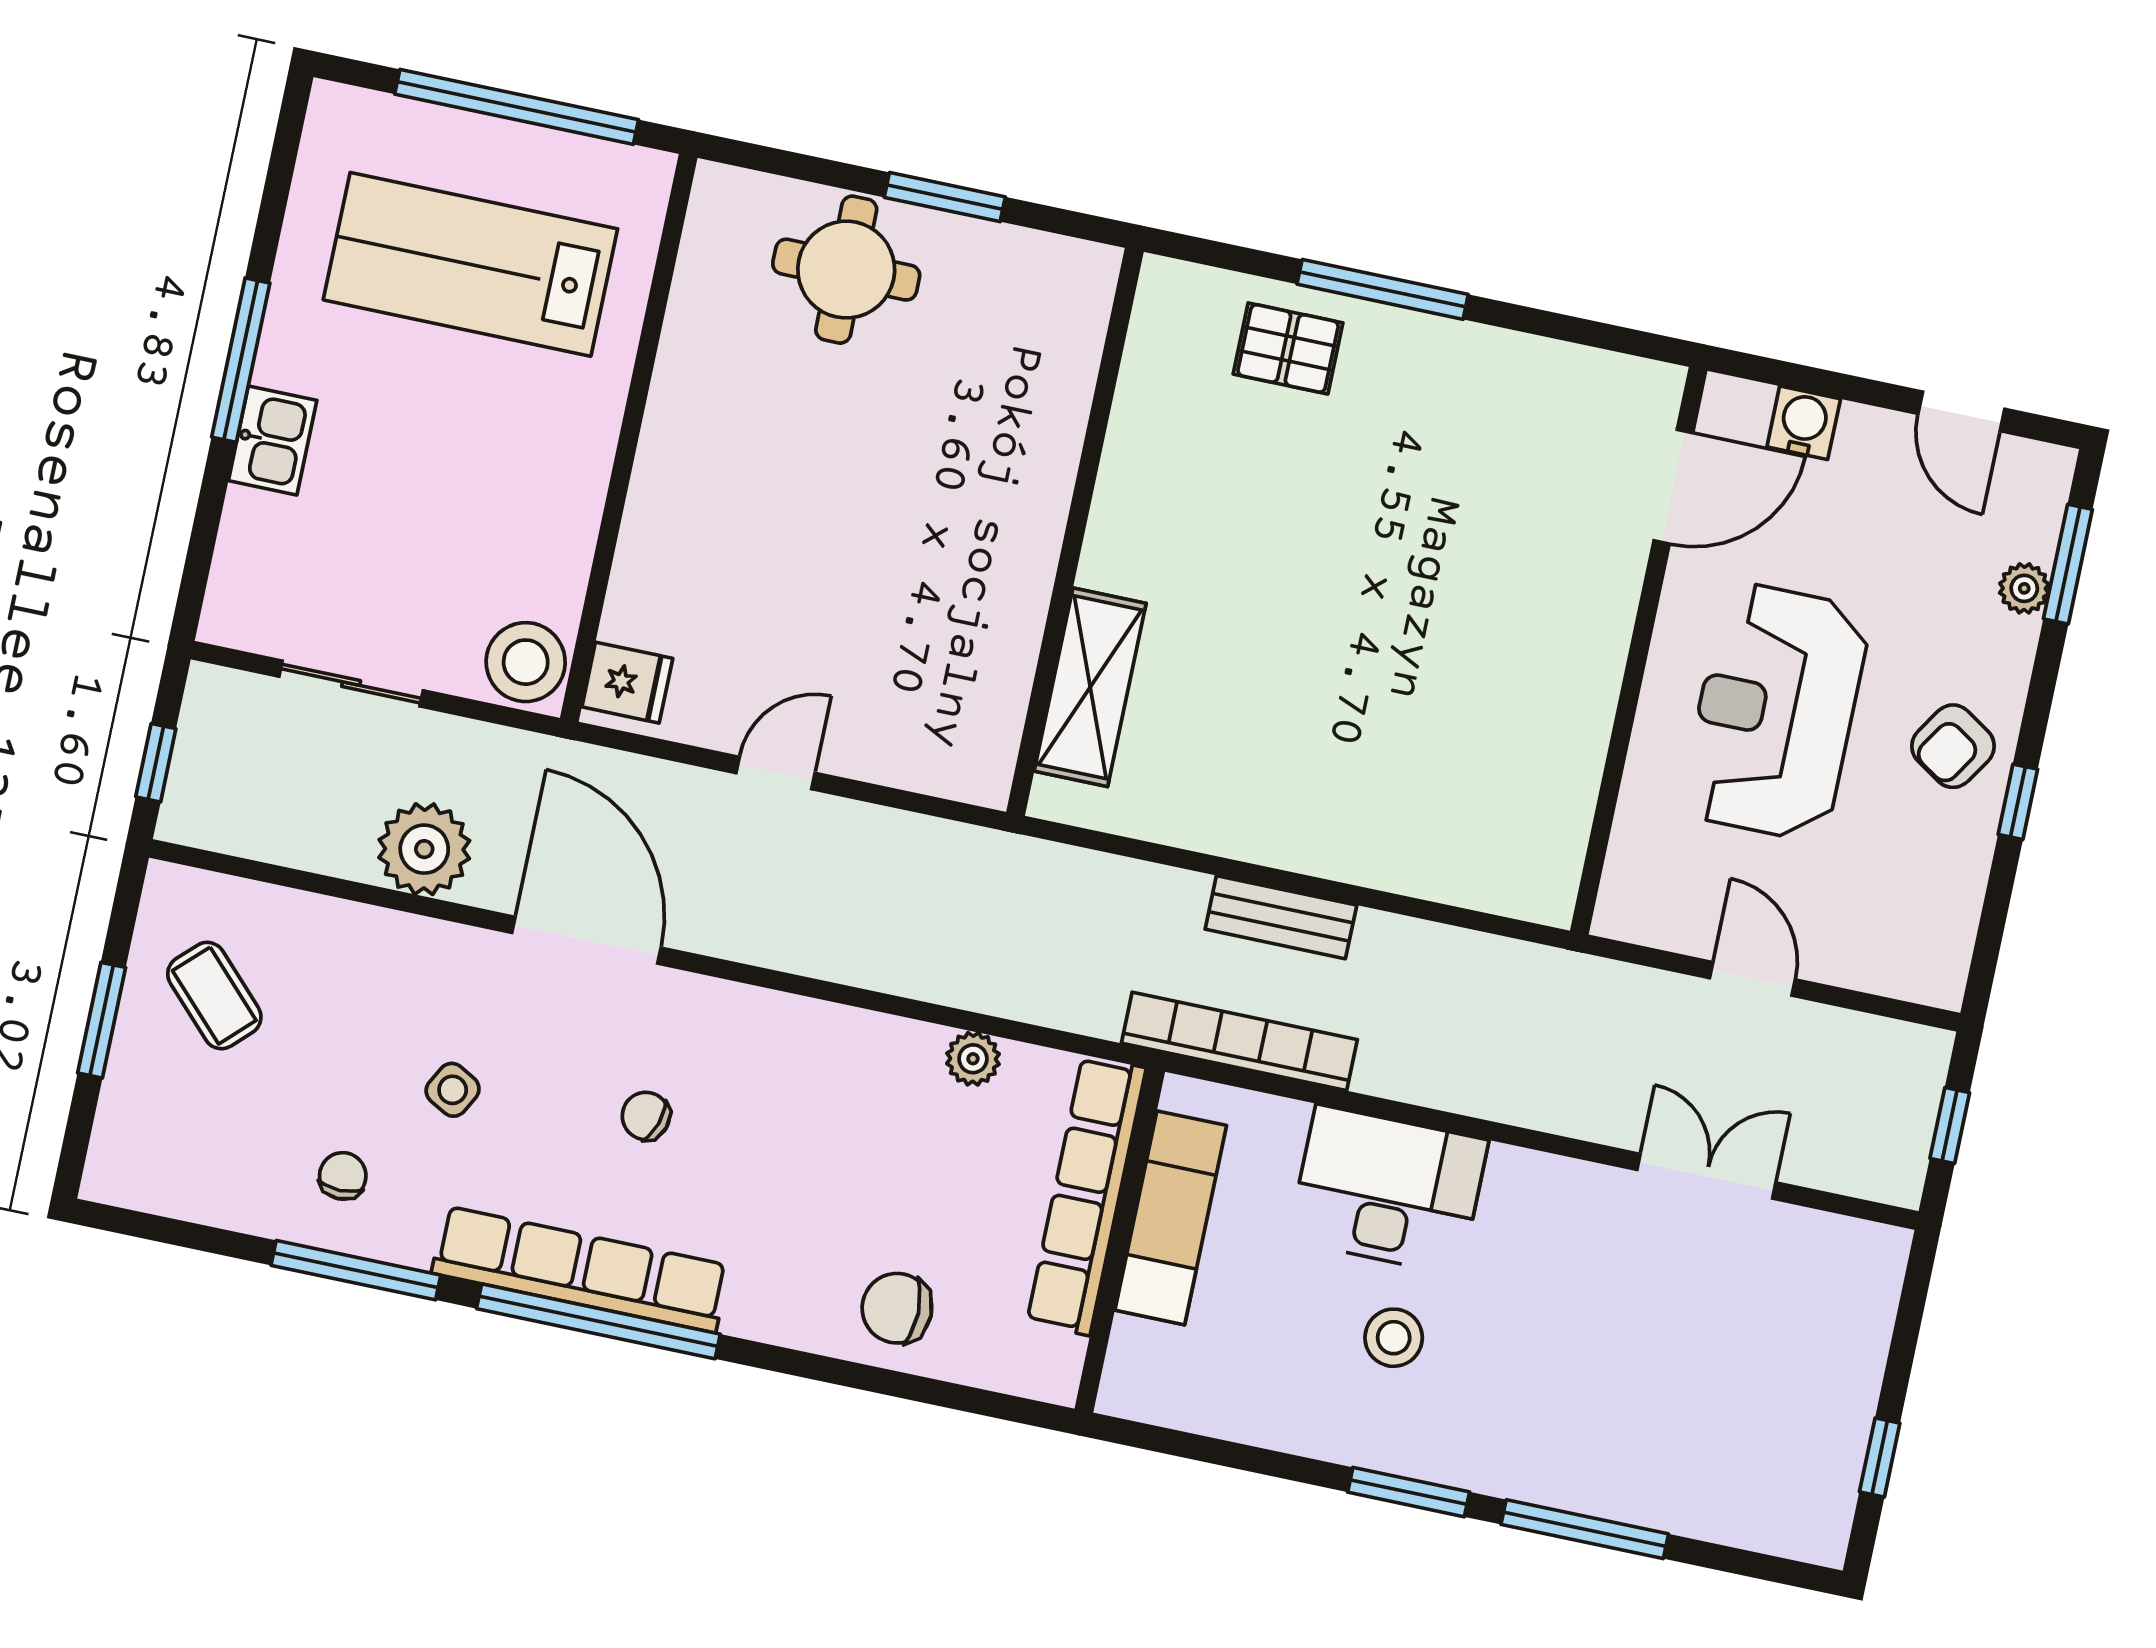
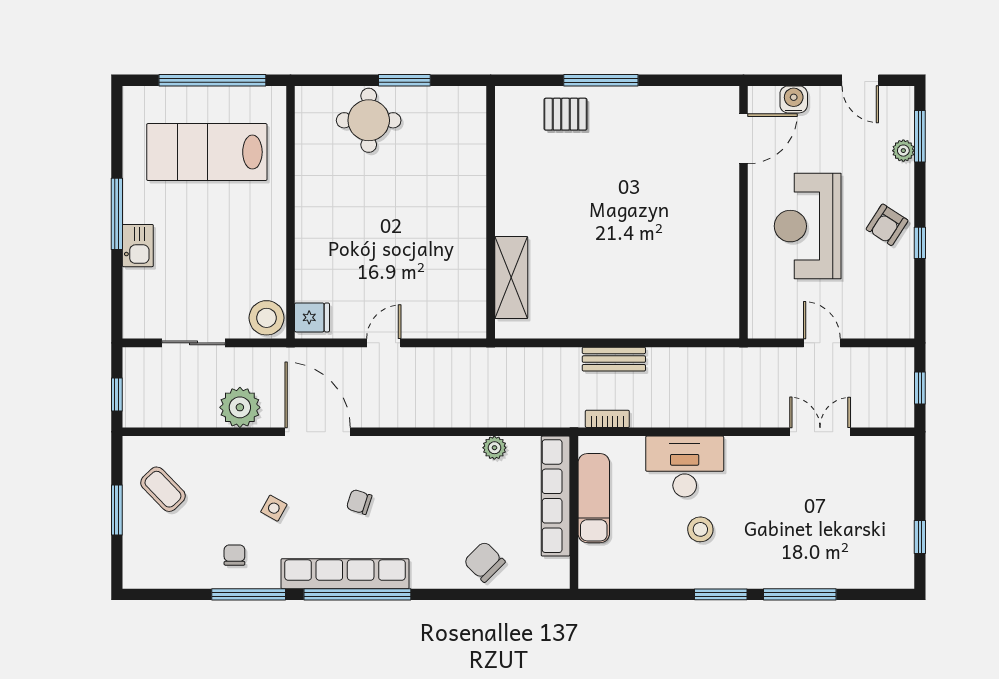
bookcase: (1239, 1041) -> (607, 419), width x0.43, depth x0.76
chair: (897, 1308) -> (484, 562), turned 45

